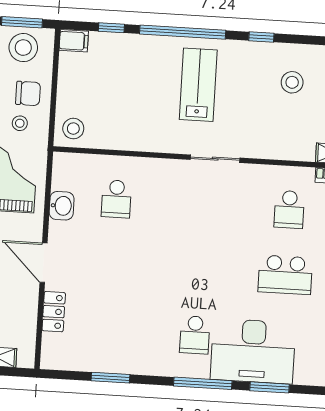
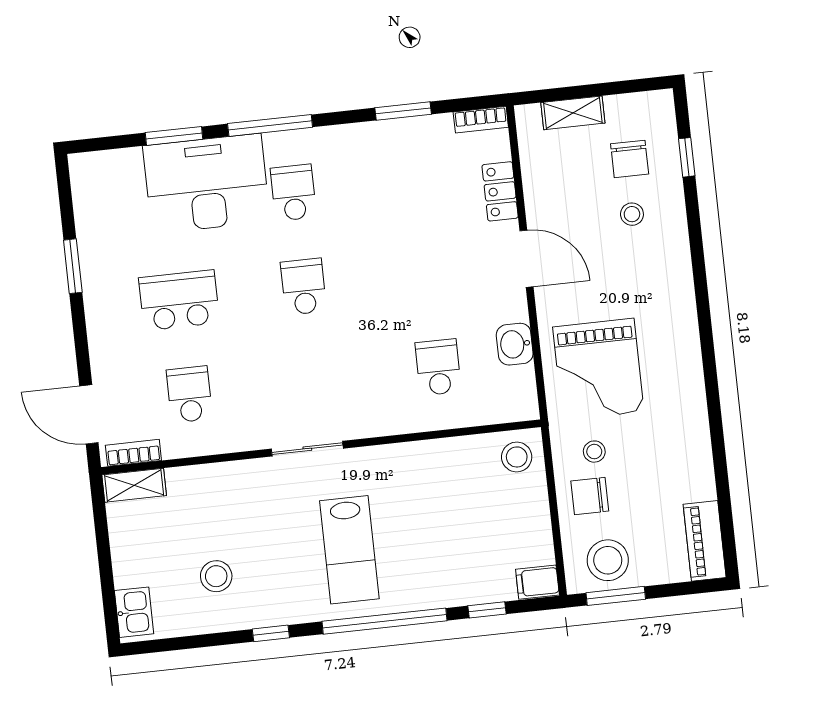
school desk: (199, 270) -> (304, 287), added
bookcase: (58, 363) -> (481, 120), added

